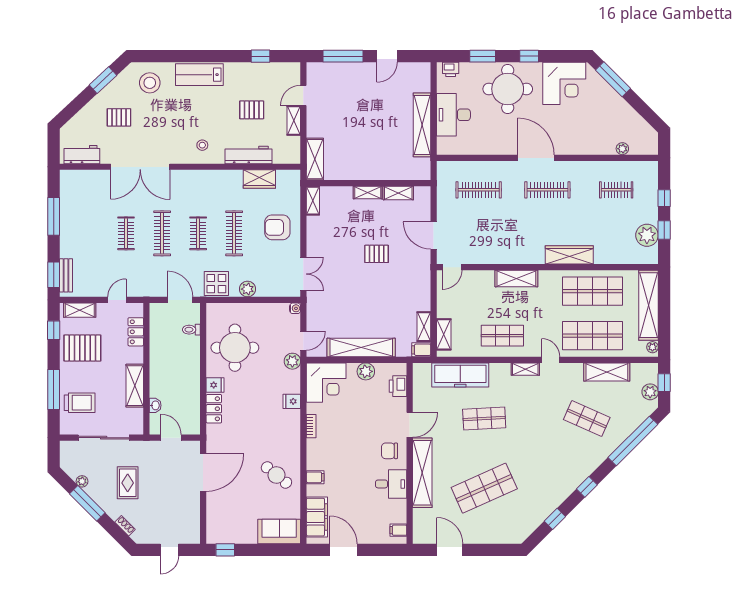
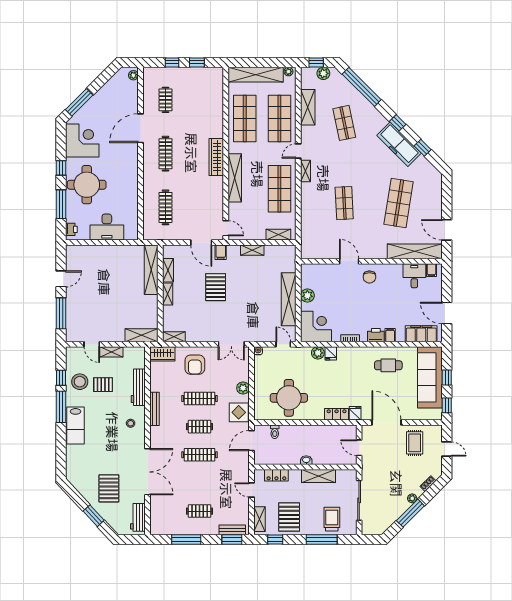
window: (223, 56) -> (61, 407), added
door: (387, 56) -> (61, 279), hinge flipped
window: (483, 56) -> (61, 204), width x1.44
window: (103, 80) -> (94, 516), moved
stool: (150, 83) -> (80, 382), moved
pallet: (252, 110) -> (103, 385), turned 90
pallet: (119, 117) -> (109, 488), width x1.50, depth x1.42
shelving: (422, 125) -> (151, 270), moved, turned 90
plant: (622, 149) -> (133, 75), moved
door: (536, 158) -> (140, 128), moved
bench: (221, 176) -> (155, 409), added
wardrobe: (259, 179) -> (162, 354), moved, turned 90
clothes rail: (126, 233) -> (200, 511), moved
plant: (647, 235) -> (201, 76), removed
door: (434, 236) -> (201, 242), hinge flipped
pallet: (377, 254) -> (216, 287), width x1.50, depth x1.42
wardrobe: (569, 255) -> (216, 157), moved
double door: (303, 274) -> (231, 344), swing flipped
shelving: (516, 278) -> (235, 178), width x1.47
shelving: (424, 327) -> (252, 250), moved
shop shelf: (502, 336) -> (279, 189), width x1.43, depth x1.36
filing cabinet: (421, 350) -> (221, 252), moved
plant: (292, 361) -> (318, 353), moved
freezer: (460, 375) -> (399, 144), moved, turned 135
fridge: (215, 385) -> (355, 413), moved
printer: (398, 386) -> (376, 335), moved, turned 180
washbasin: (155, 405) -> (306, 460), moved
shop shelf: (587, 419) -> (344, 123), turned -36
door: (171, 438) -> (359, 448), hinge flipped
shelving: (422, 473) -> (415, 251), moved
cafe table: (276, 475) -> (388, 365), turned 51
plant: (82, 481) -> (412, 498), moved
rug: (128, 483) -> (415, 443), moved, turned 90
desk: (391, 484) -> (414, 276), moved
shop shelf: (484, 488) -> (399, 203), turned 33
sofa: (279, 532) -> (430, 377), width x1.85, depth x1.27
window: (261, 550) -> (447, 378), added
door: (343, 550) -> (447, 313), hinge flipped
door: (450, 550) -> (447, 230), hinge flipped

